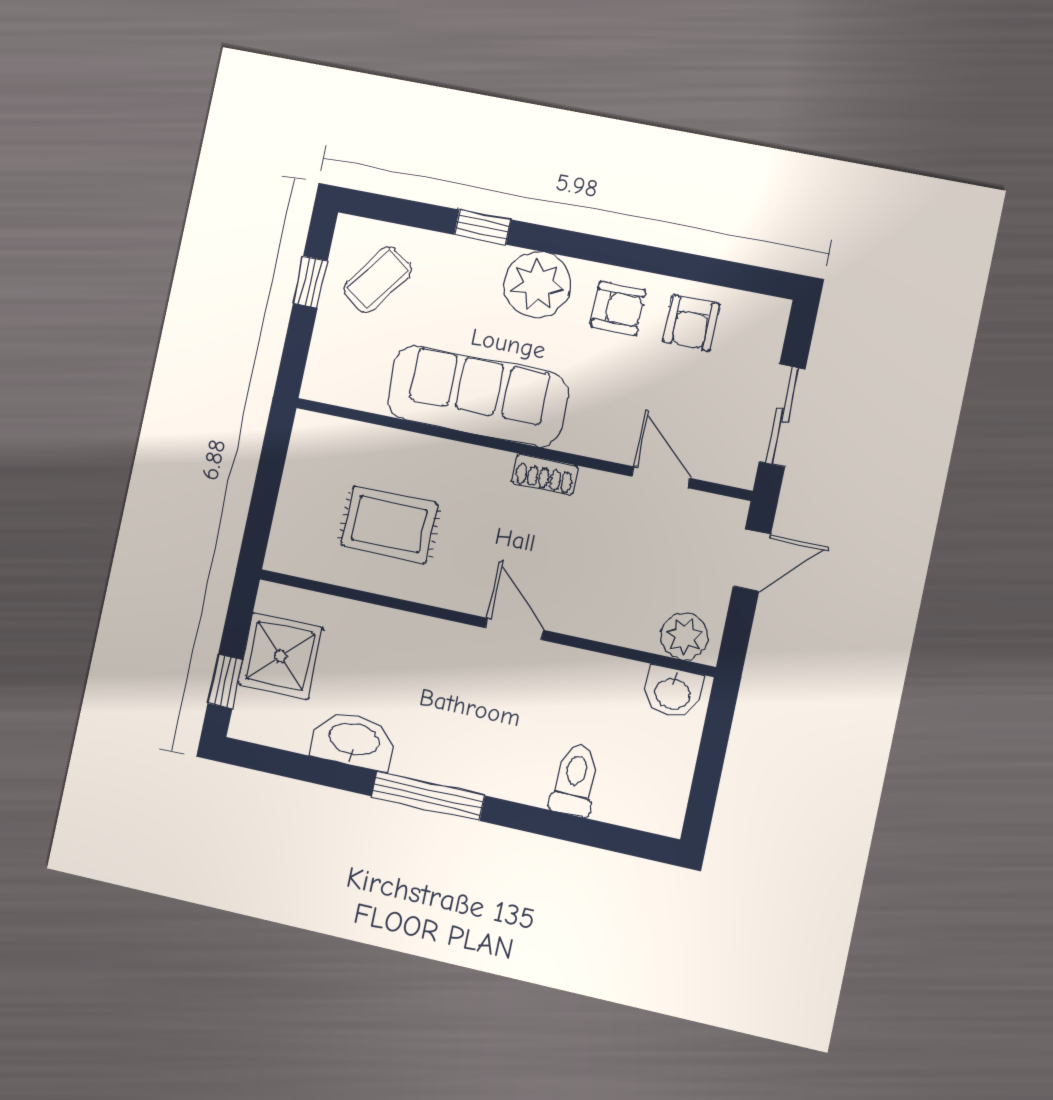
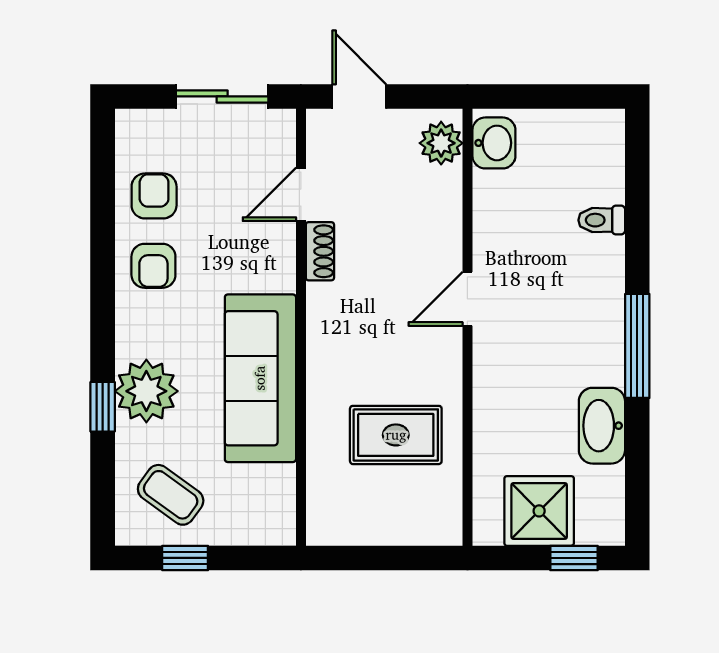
plant: (537, 285) -> (146, 391), moved
armchair: (618, 308) -> (153, 266), turned 180
armchair: (691, 323) -> (154, 196), turned -90
shoe rack: (545, 474) -> (320, 251), moved
rug: (390, 524) -> (396, 435), turned 90
toilet: (575, 780) -> (602, 220), width x0.73, depth x0.72

